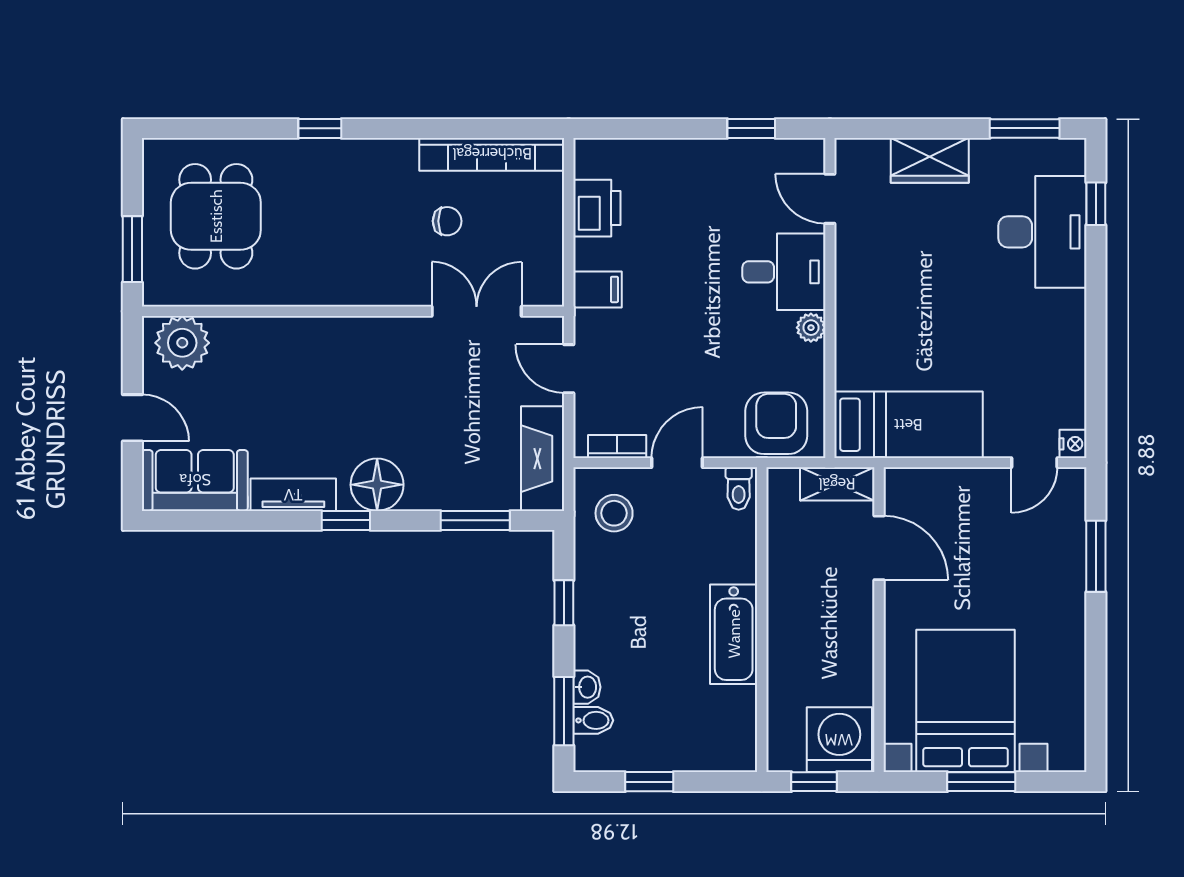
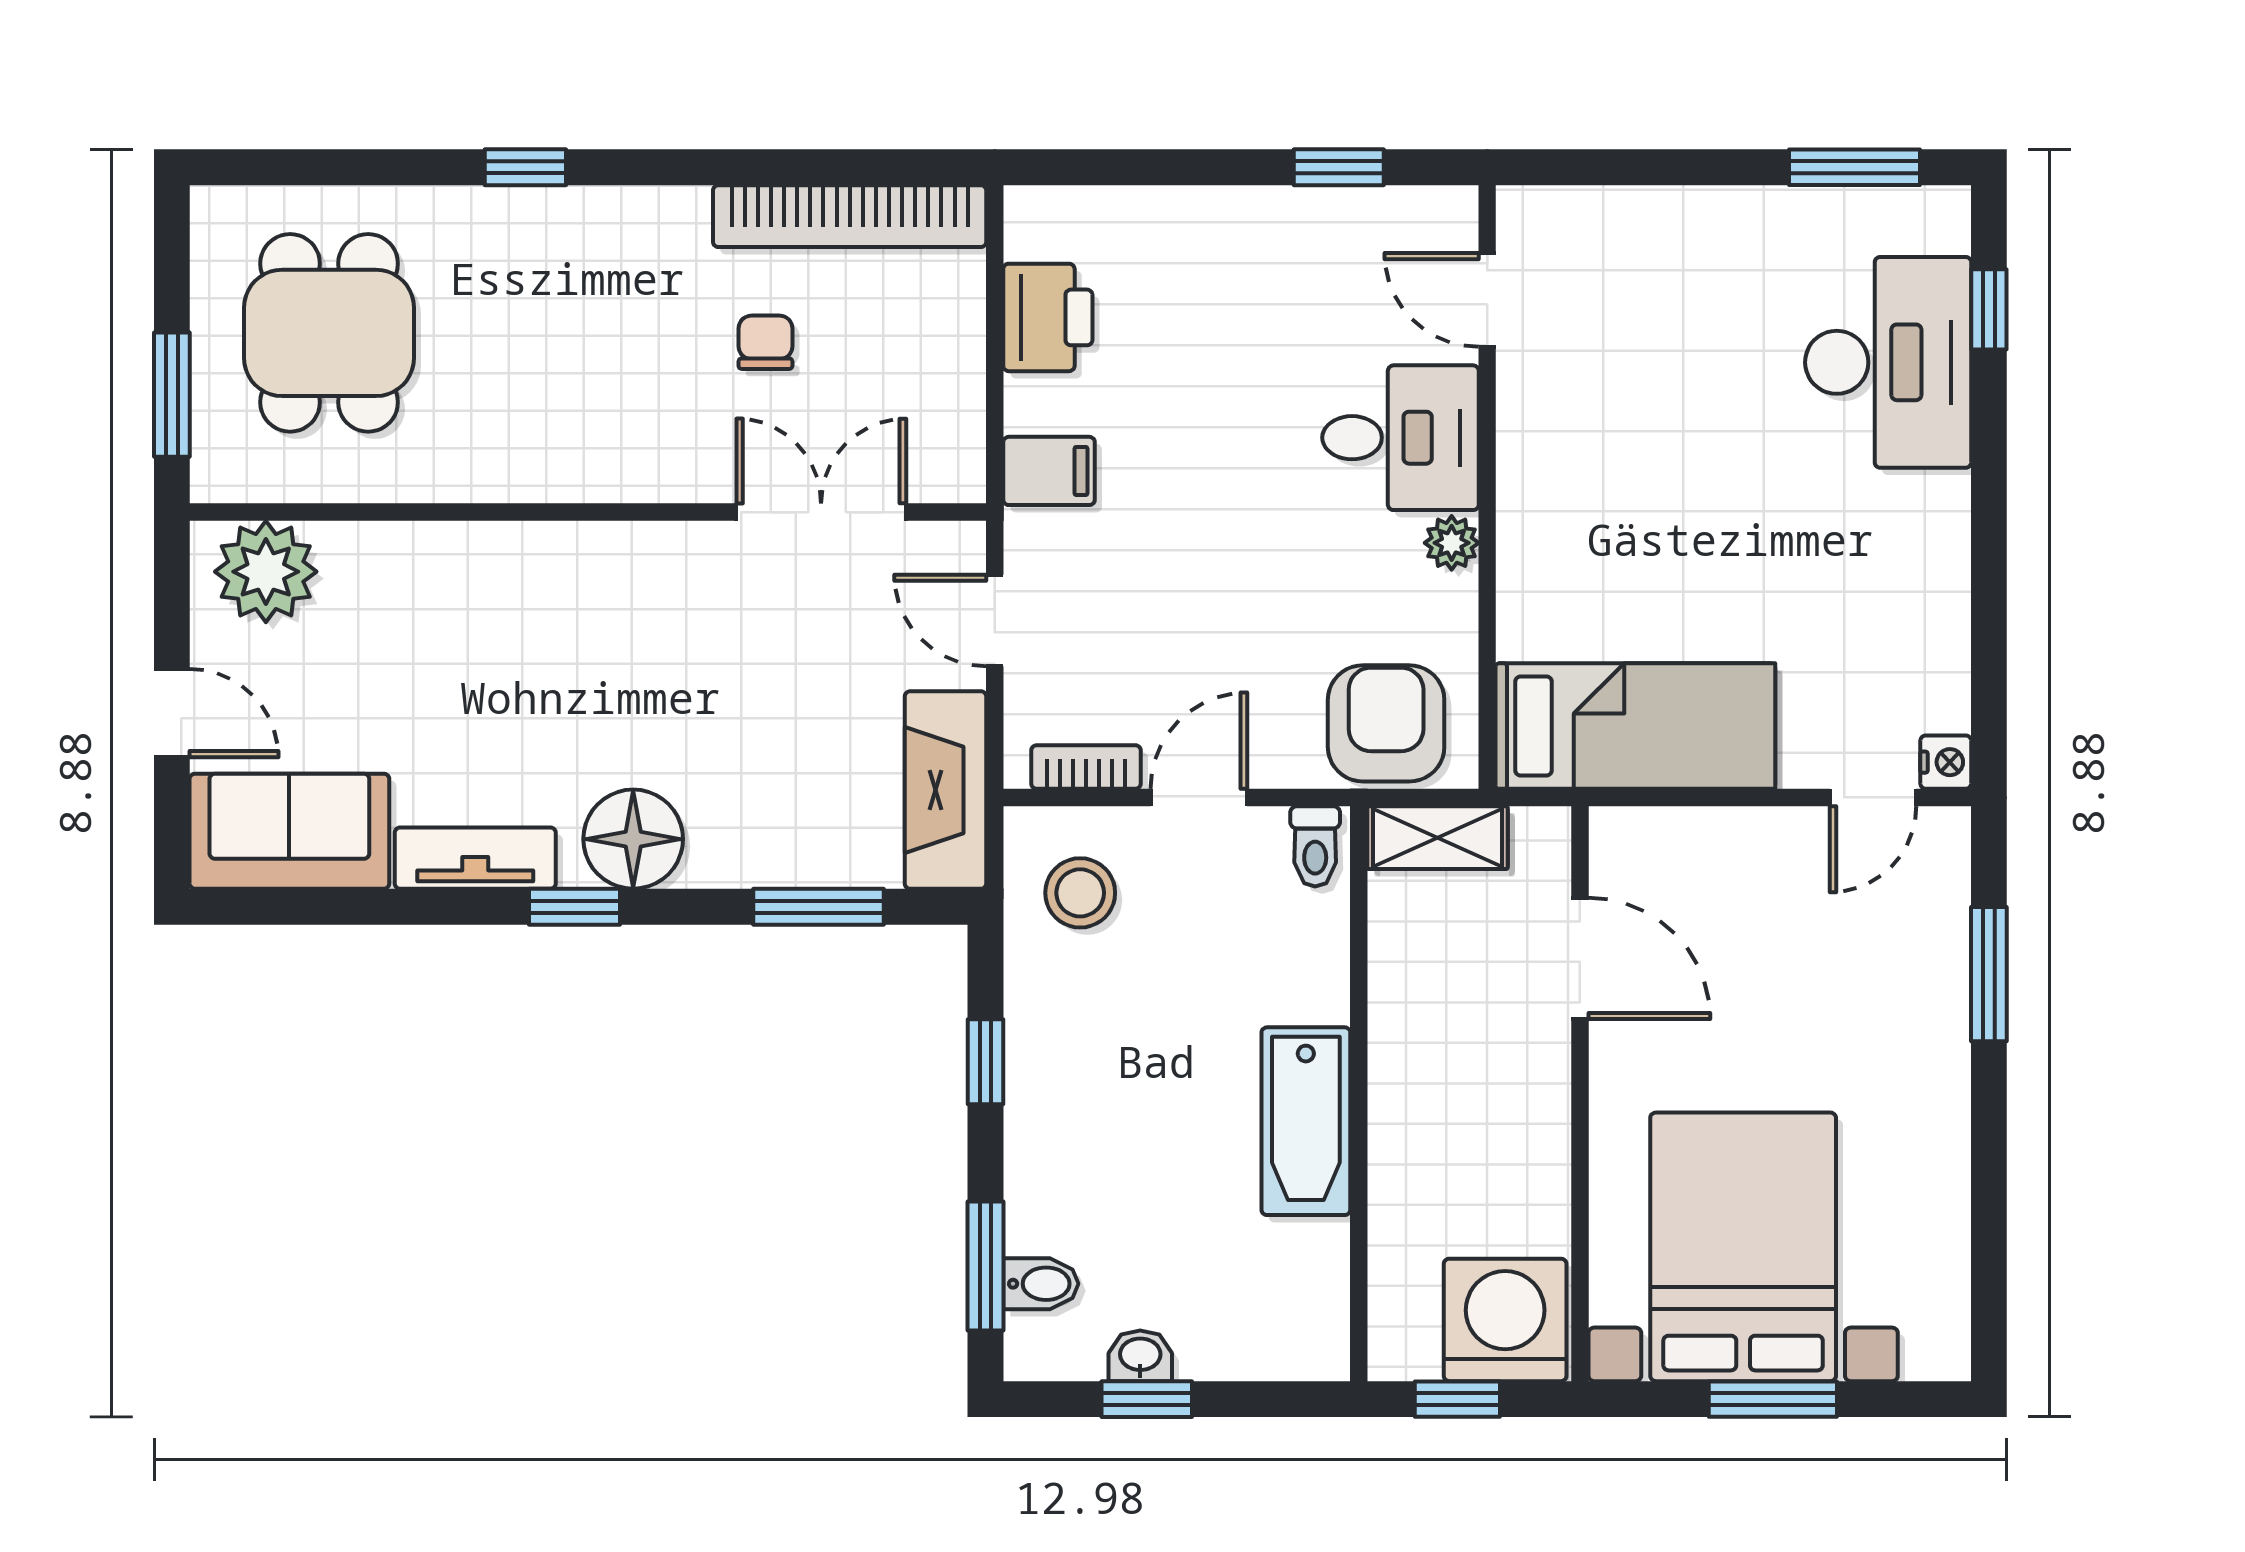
wardrobe: (930, 160) -> (1676, 228), removed
chair: (447, 221) -> (765, 342), turned -90
shelving: (837, 484) -> (1437, 838), moved
washbasin: (587, 687) -> (1140, 1356), moved, turned -90

